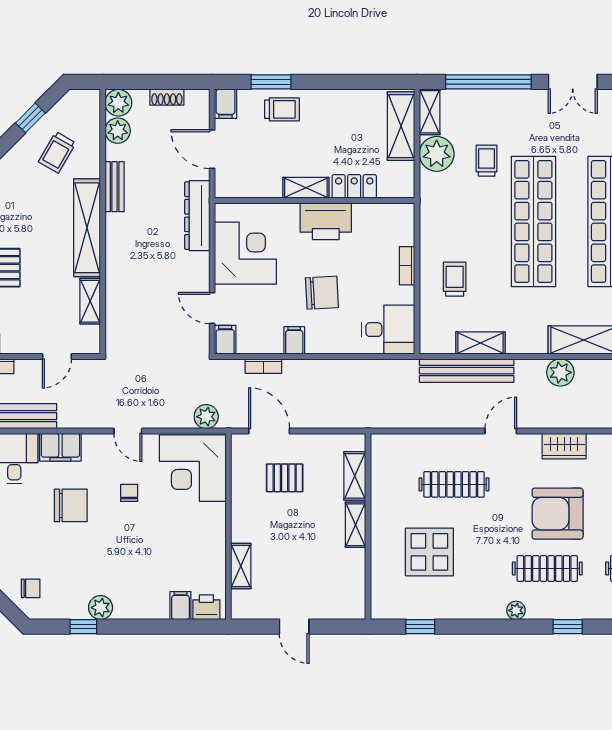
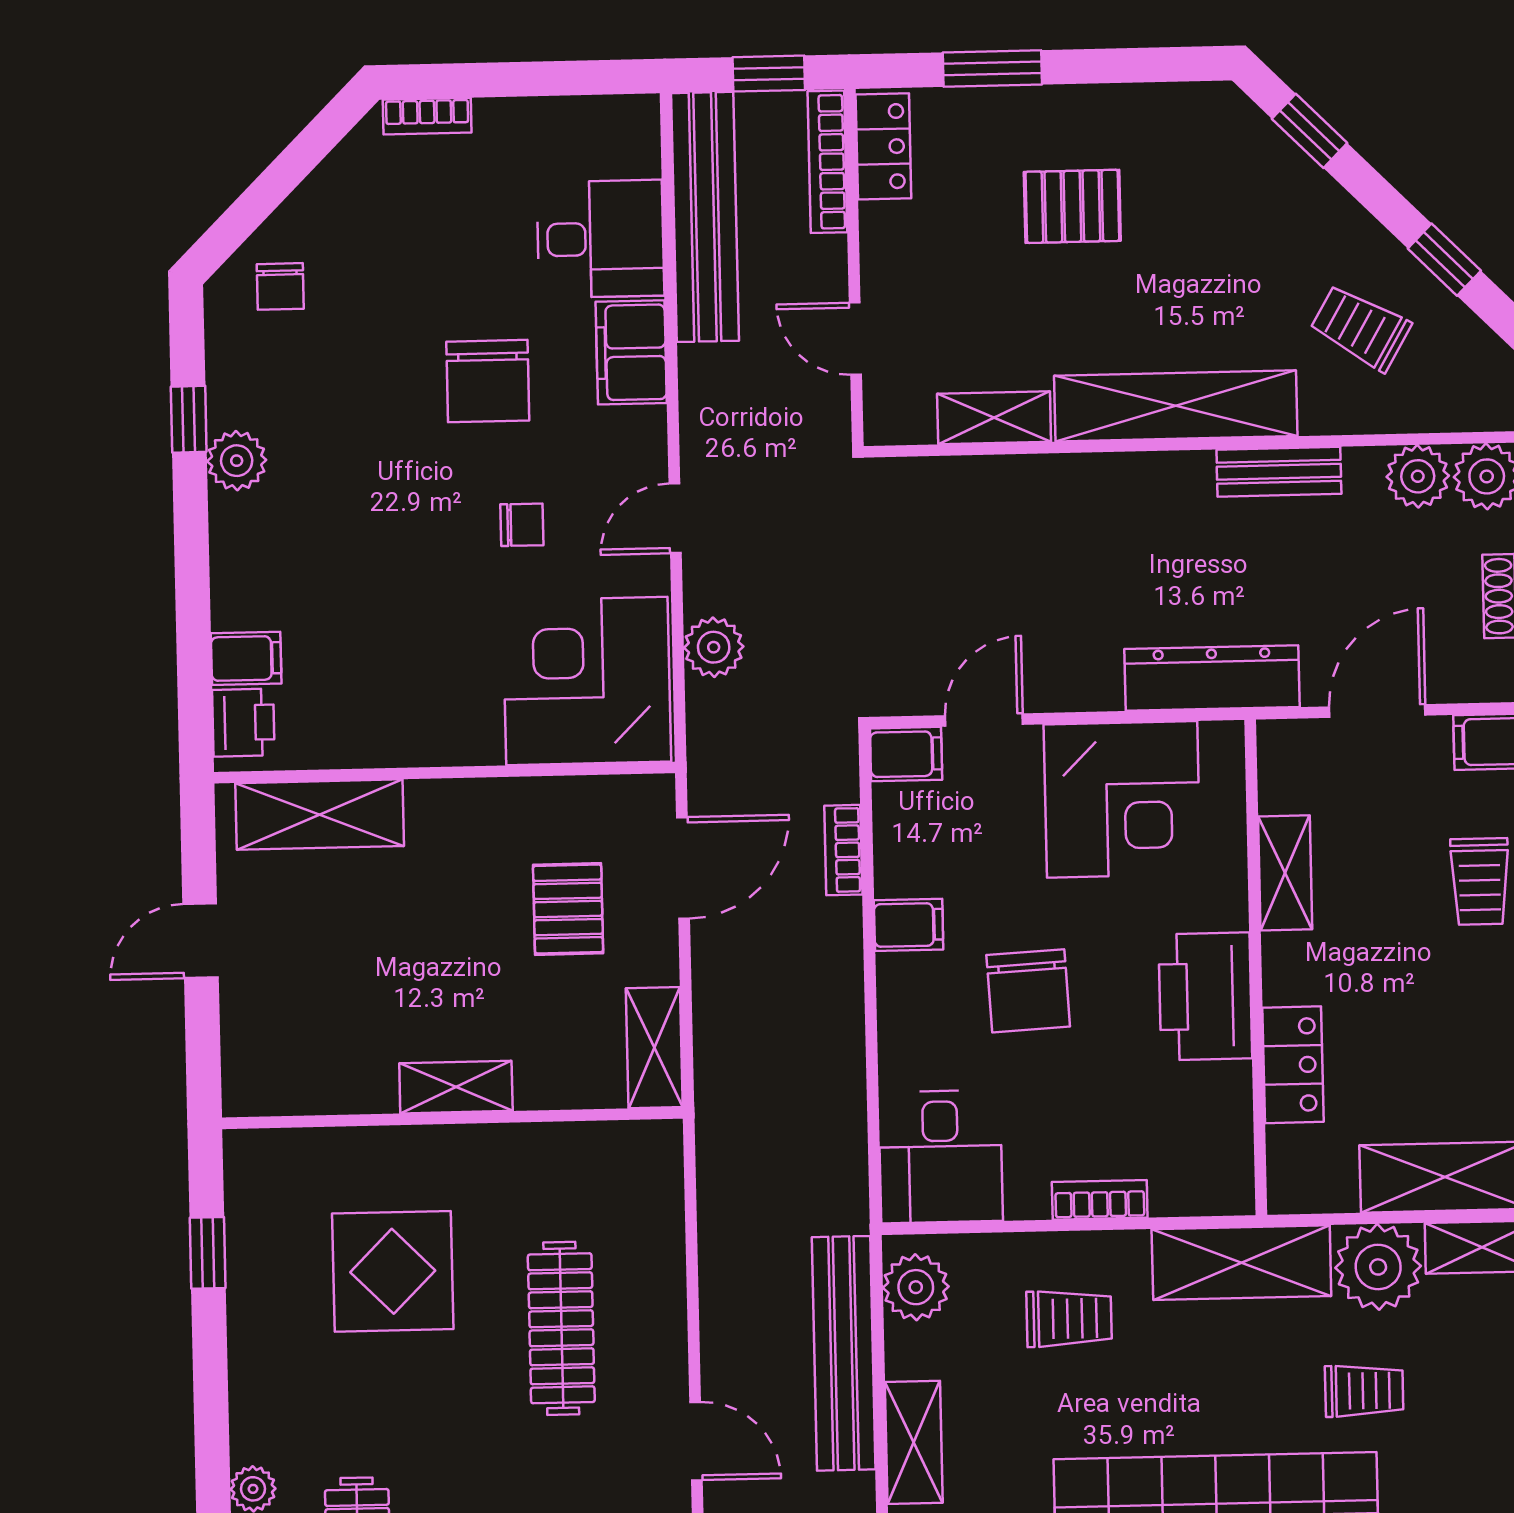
shelving: (306, 188) -> (1285, 873), moved
shelving: (434, 209) -> (1241, 1263), added
plant: (441, 341) -> (916, 1287), added
shelving: (481, 343) -> (914, 1442), moved
plant: (206, 417) -> (714, 647), moved
shelving: (355, 476) -> (654, 1048), moved, turned 90
shelving: (241, 566) -> (320, 815), width x1.50, depth x1.33

